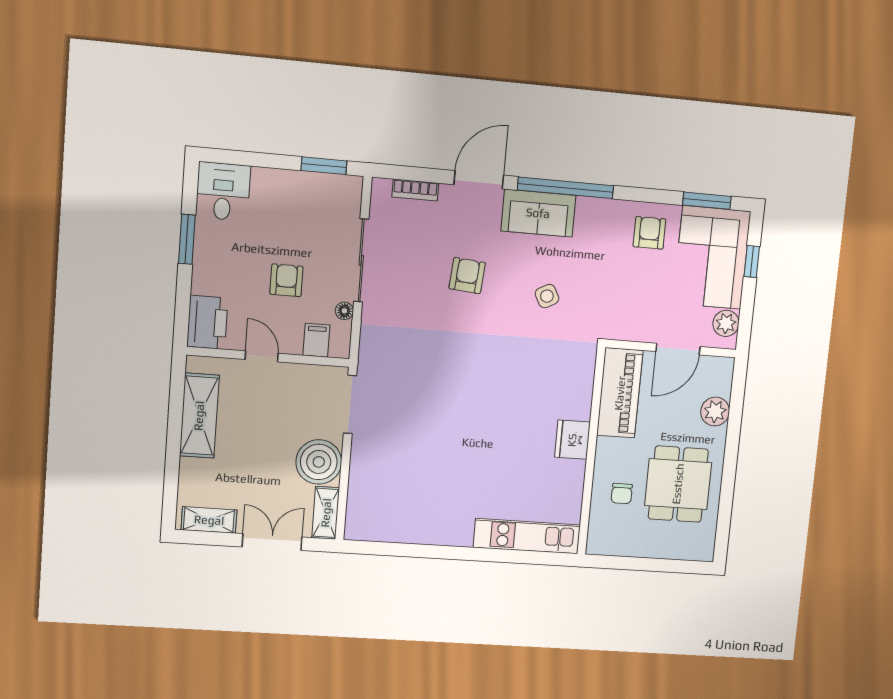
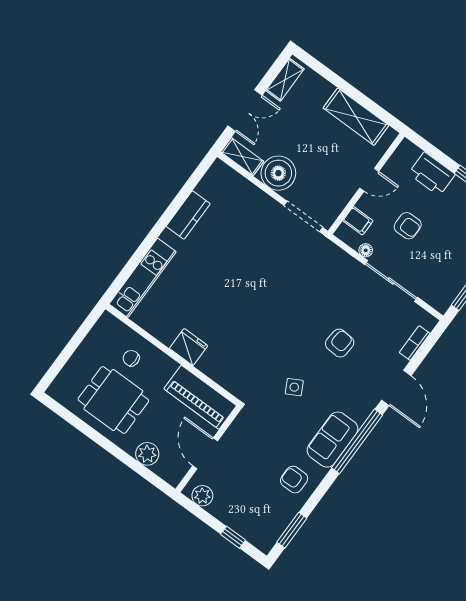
sofa: (538, 213) -> (333, 440), moved
armchair: (649, 233) -> (294, 480), turned 180
corner sofa: (712, 257) -> (252, 512), removed
armchair: (467, 276) -> (340, 343), turned -91
printer: (207, 322) -> (432, 174), moved
kitchen counter: (428, 531) -> (188, 215), added

